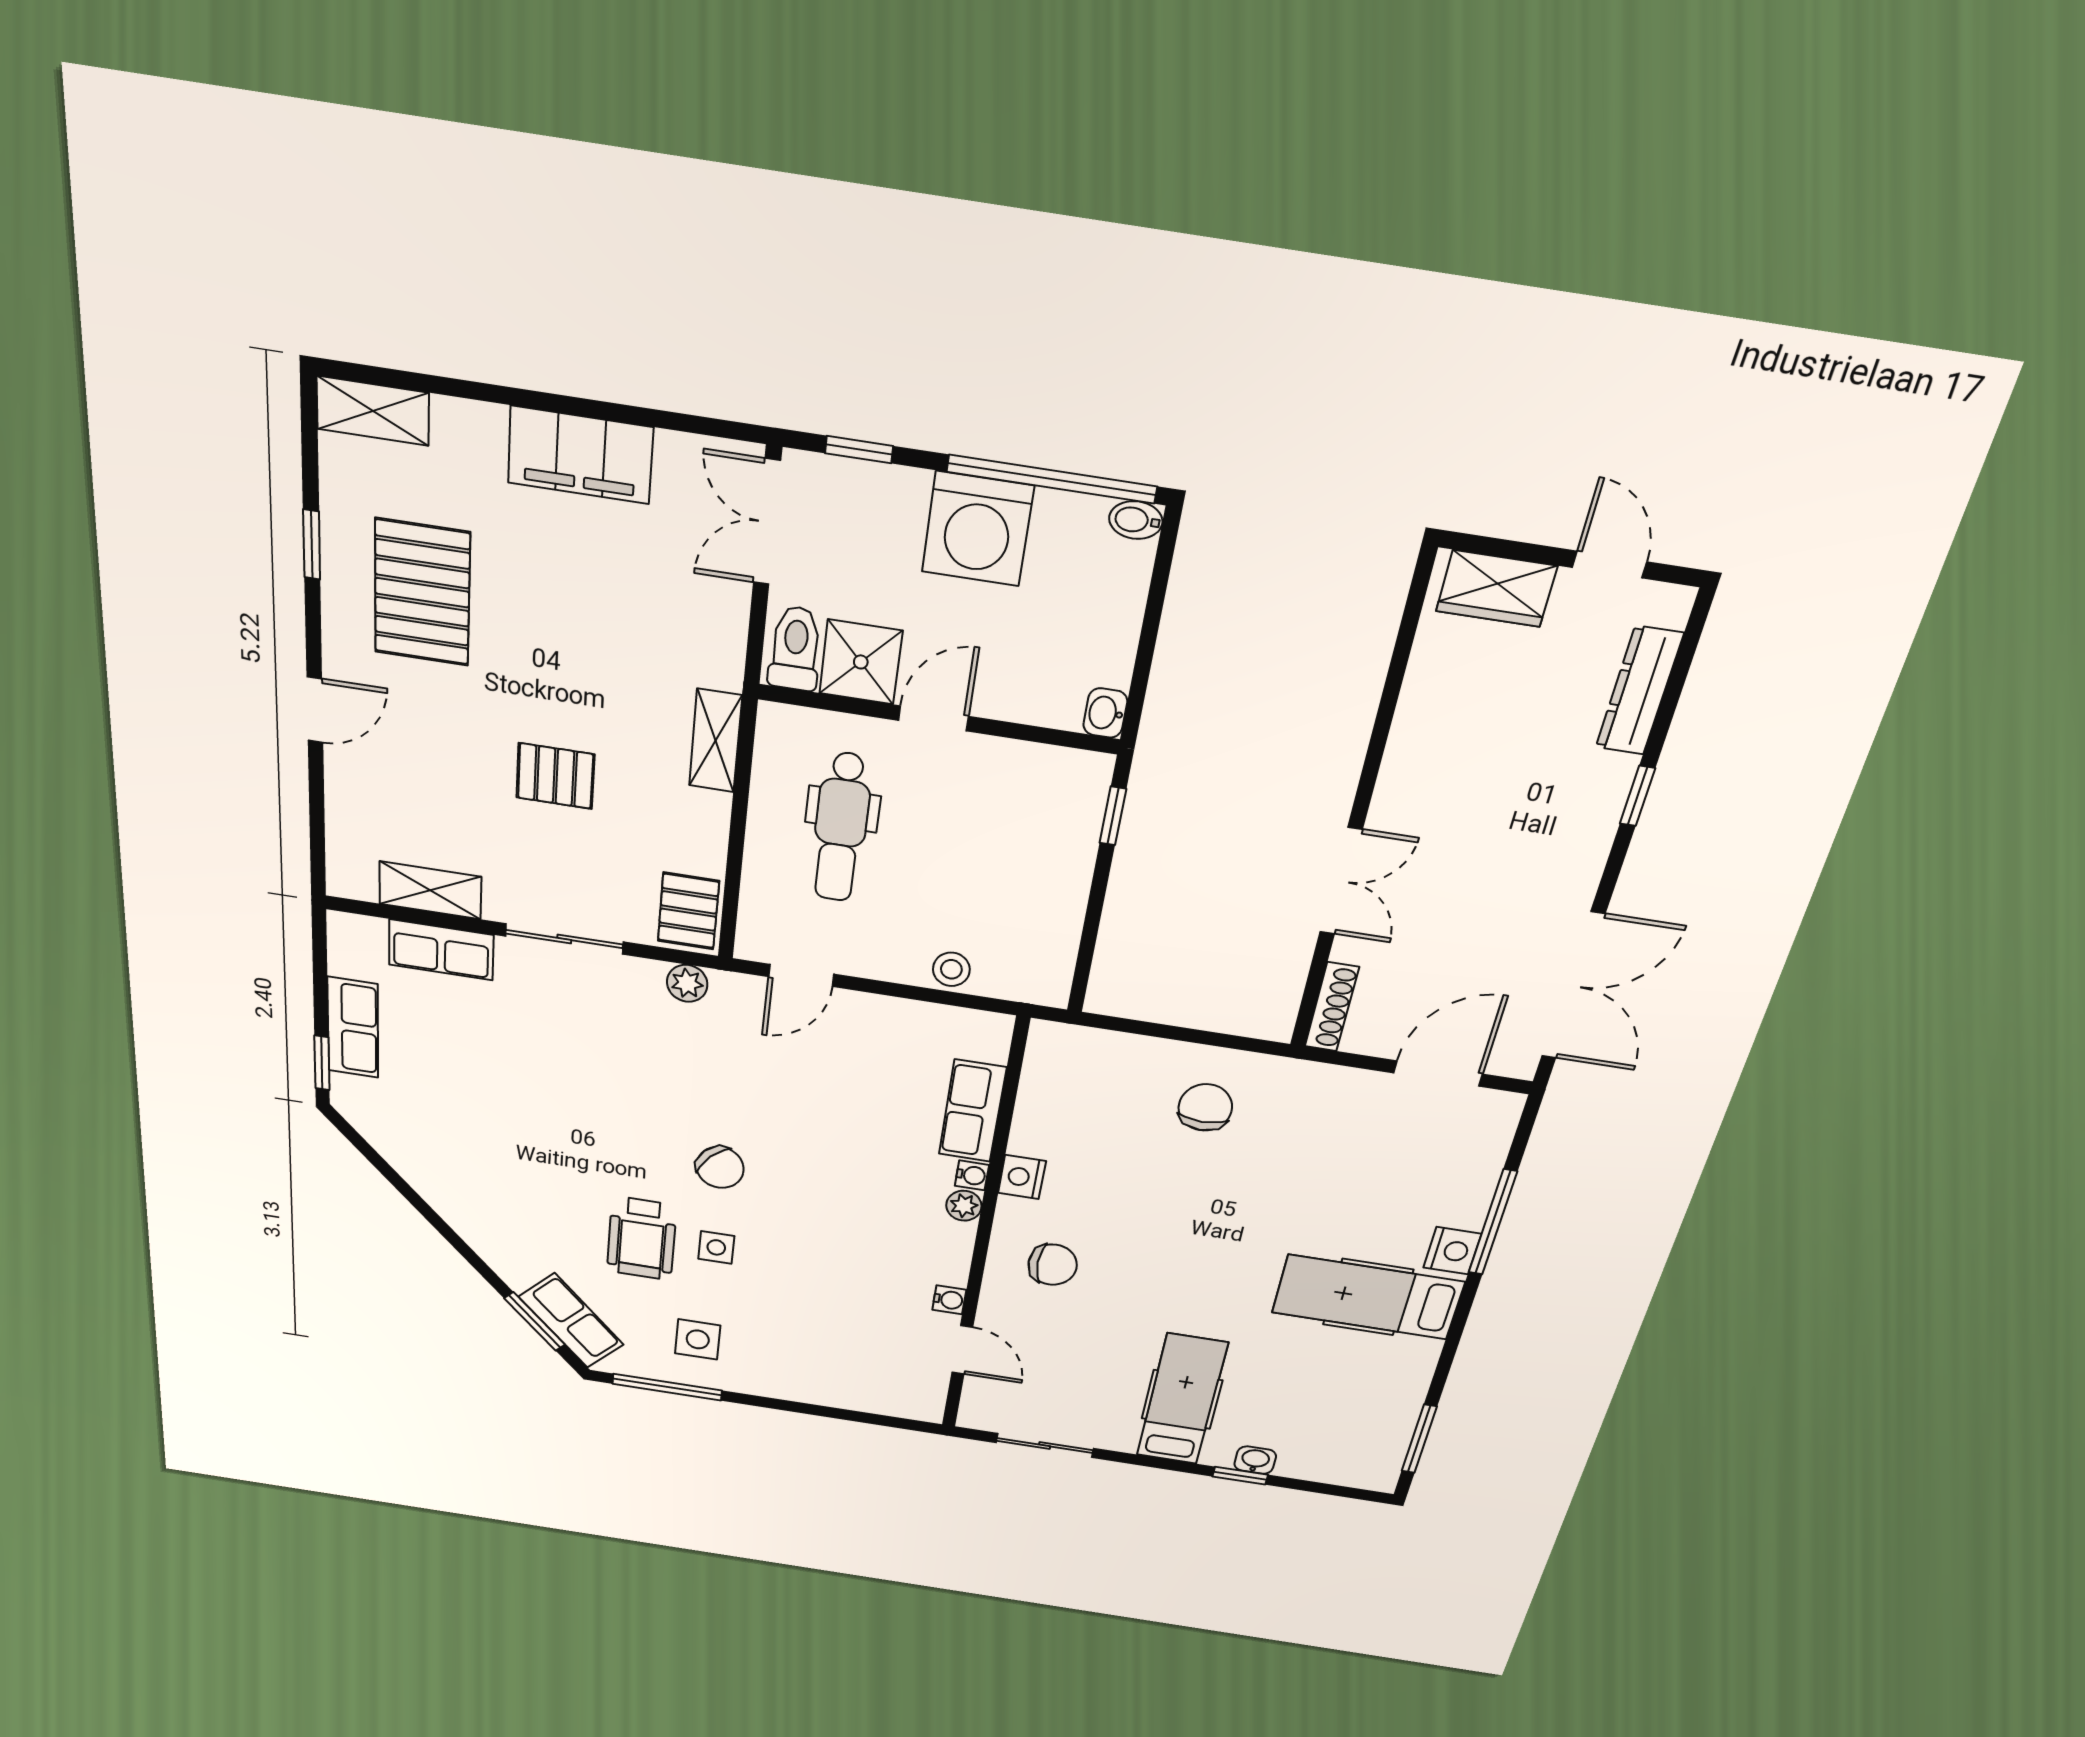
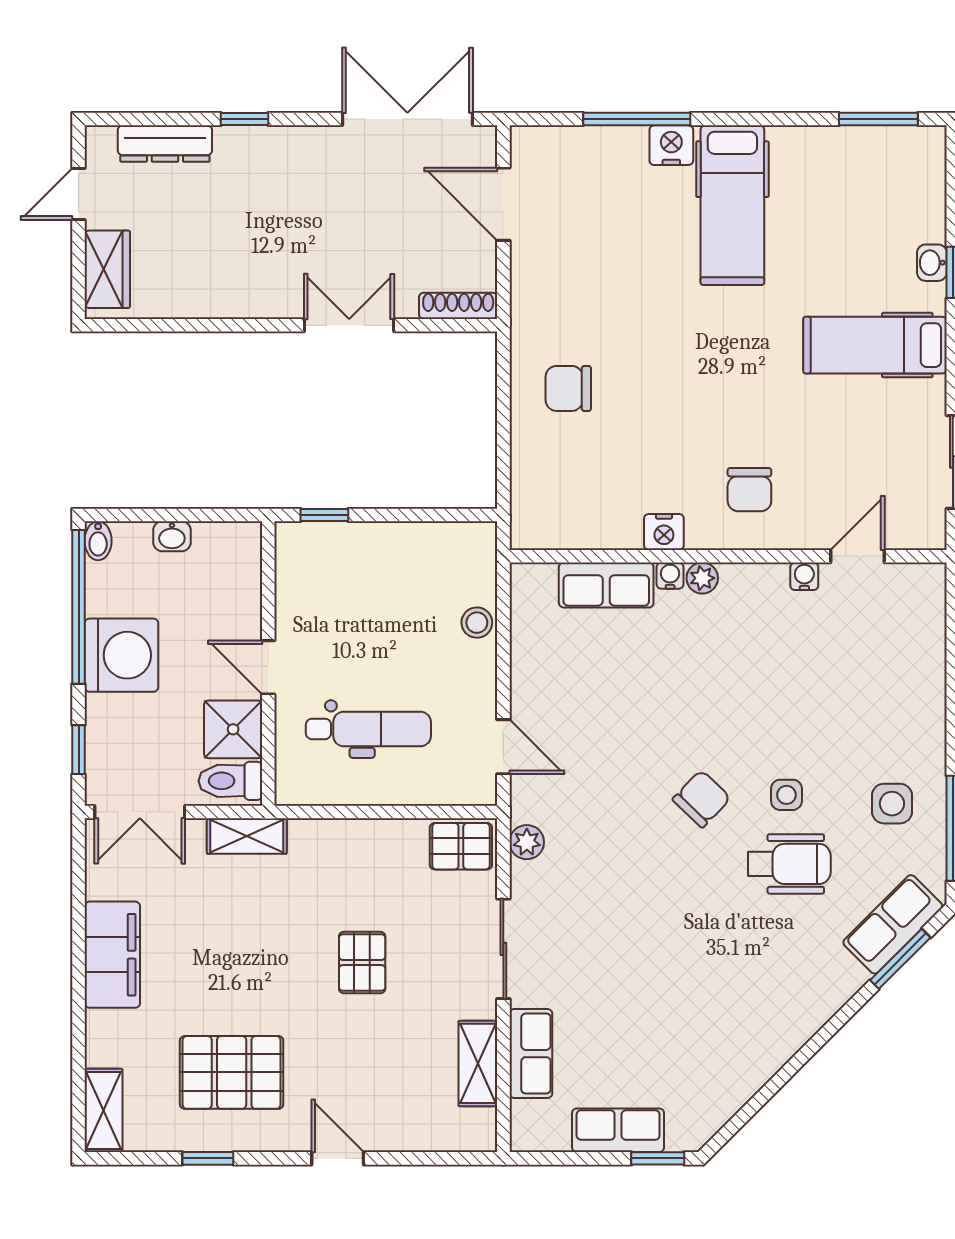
washbasin: (1105, 713) -> (172, 536), moved
shelving: (716, 741) -> (247, 836), moved
chair: (1053, 1265) -> (749, 490), turned 180

